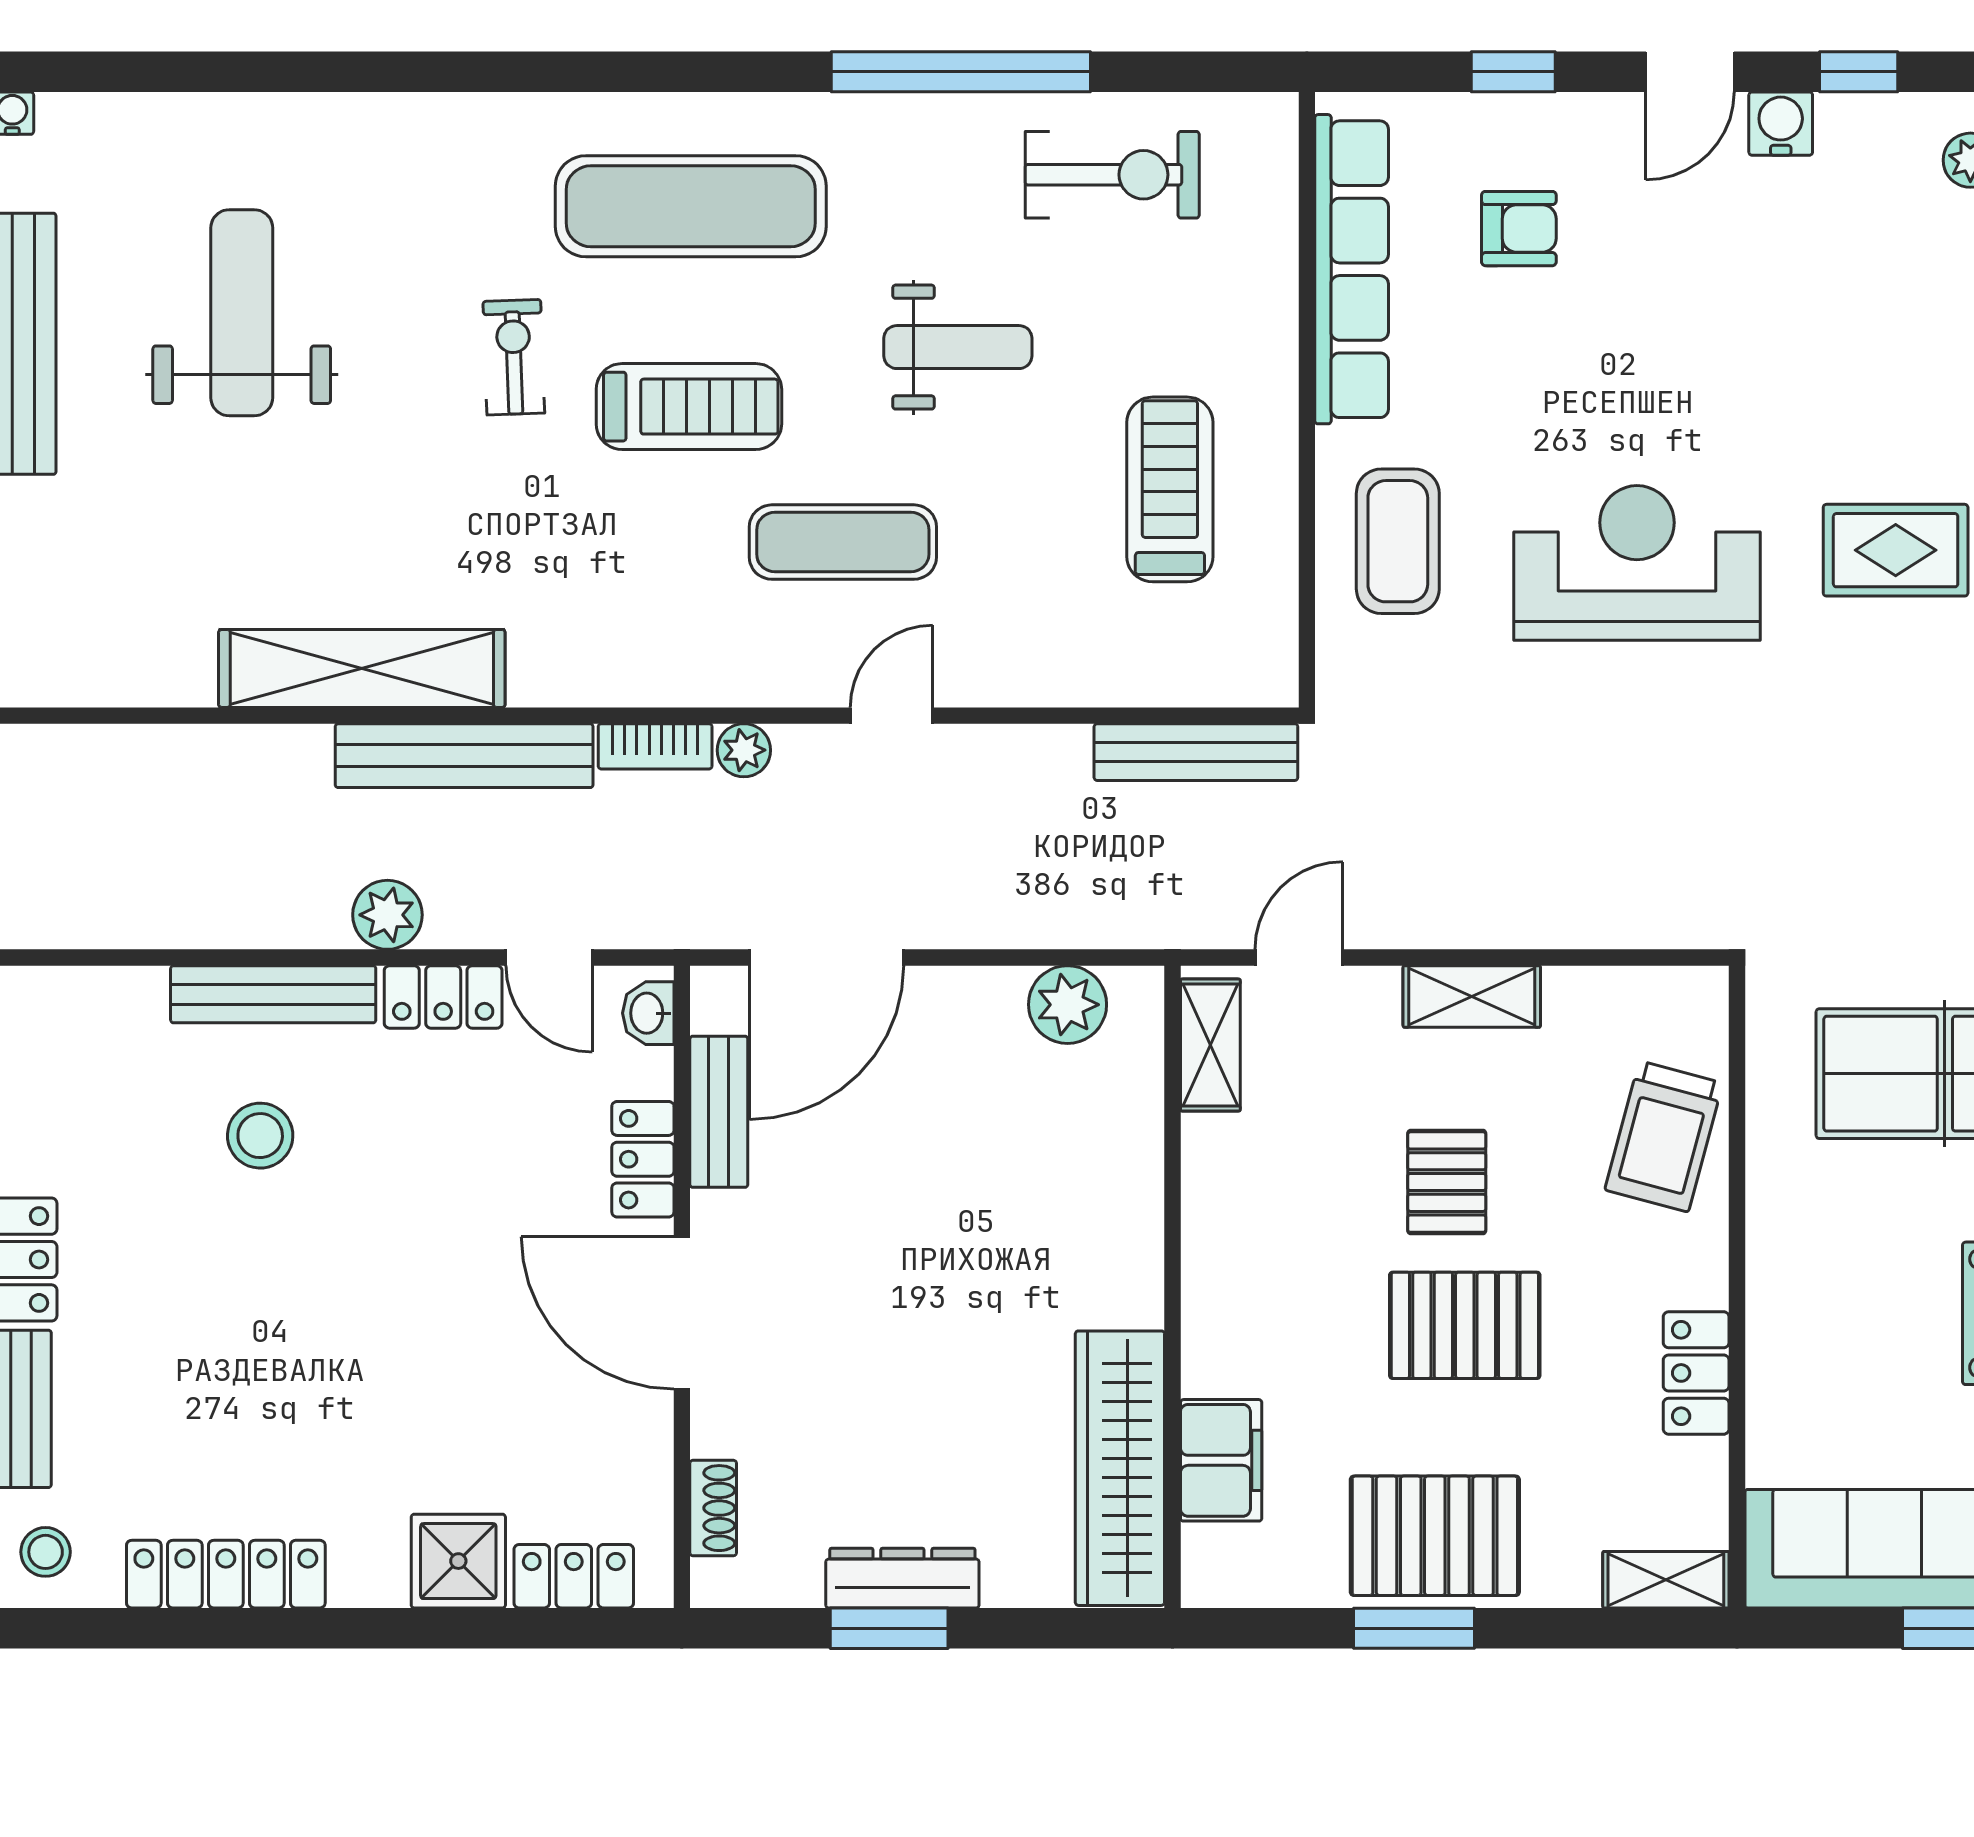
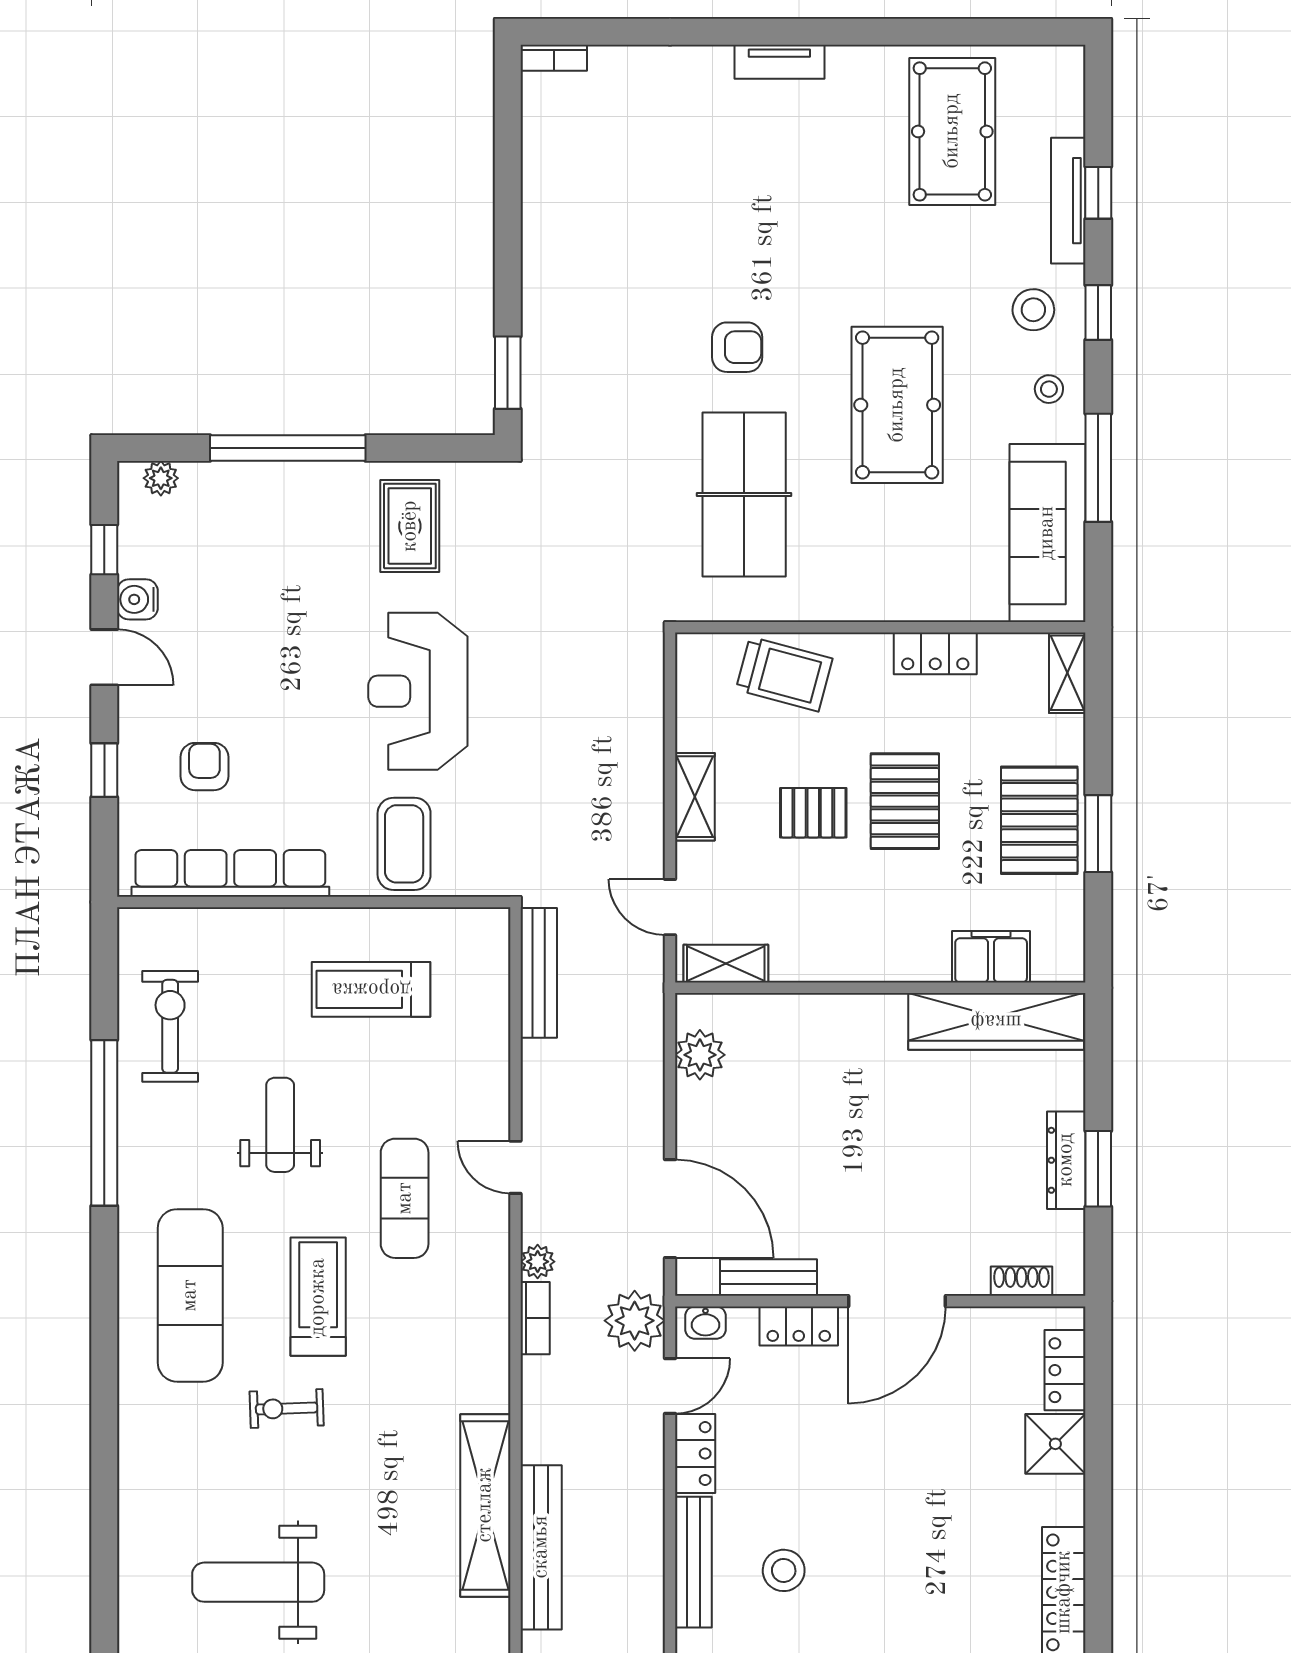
coffee table: (1398, 541) -> (404, 844), turned 90
bench: (464, 756) -> (541, 1547), moved
plant: (387, 915) -> (635, 1321), moved, width x1.36, depth x1.36

